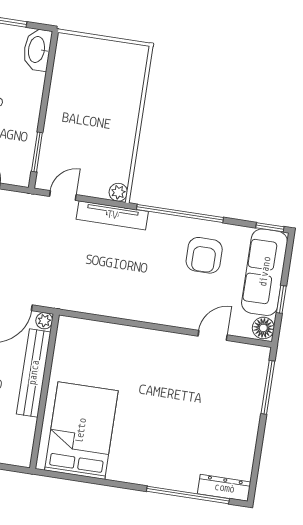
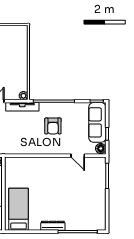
armchair: (204, 255) -> (53, 126), moved
door: (213, 335) -> (78, 156), swing flipped
bed: (81, 431) -> (19, 209), width x0.67
dresser: (224, 488) -> (53, 226), moved

